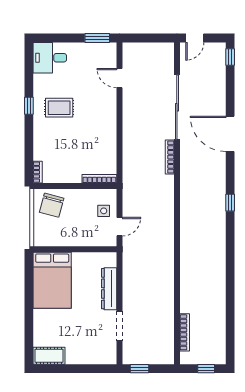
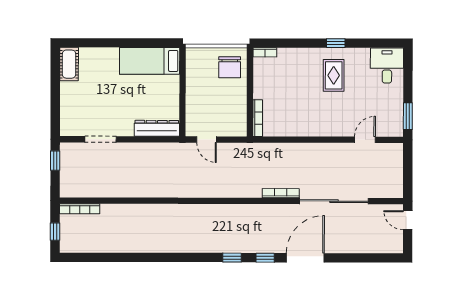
window: (230, 57) -> (265, 258), moved
chair: (52, 205) -> (230, 67), turned -105
side table: (104, 211) -> (224, 123), removed
bed: (52, 280) -> (150, 61), width x0.67
dresser: (109, 289) -> (157, 128), moved
bookcase: (185, 332) -> (80, 209), moved

